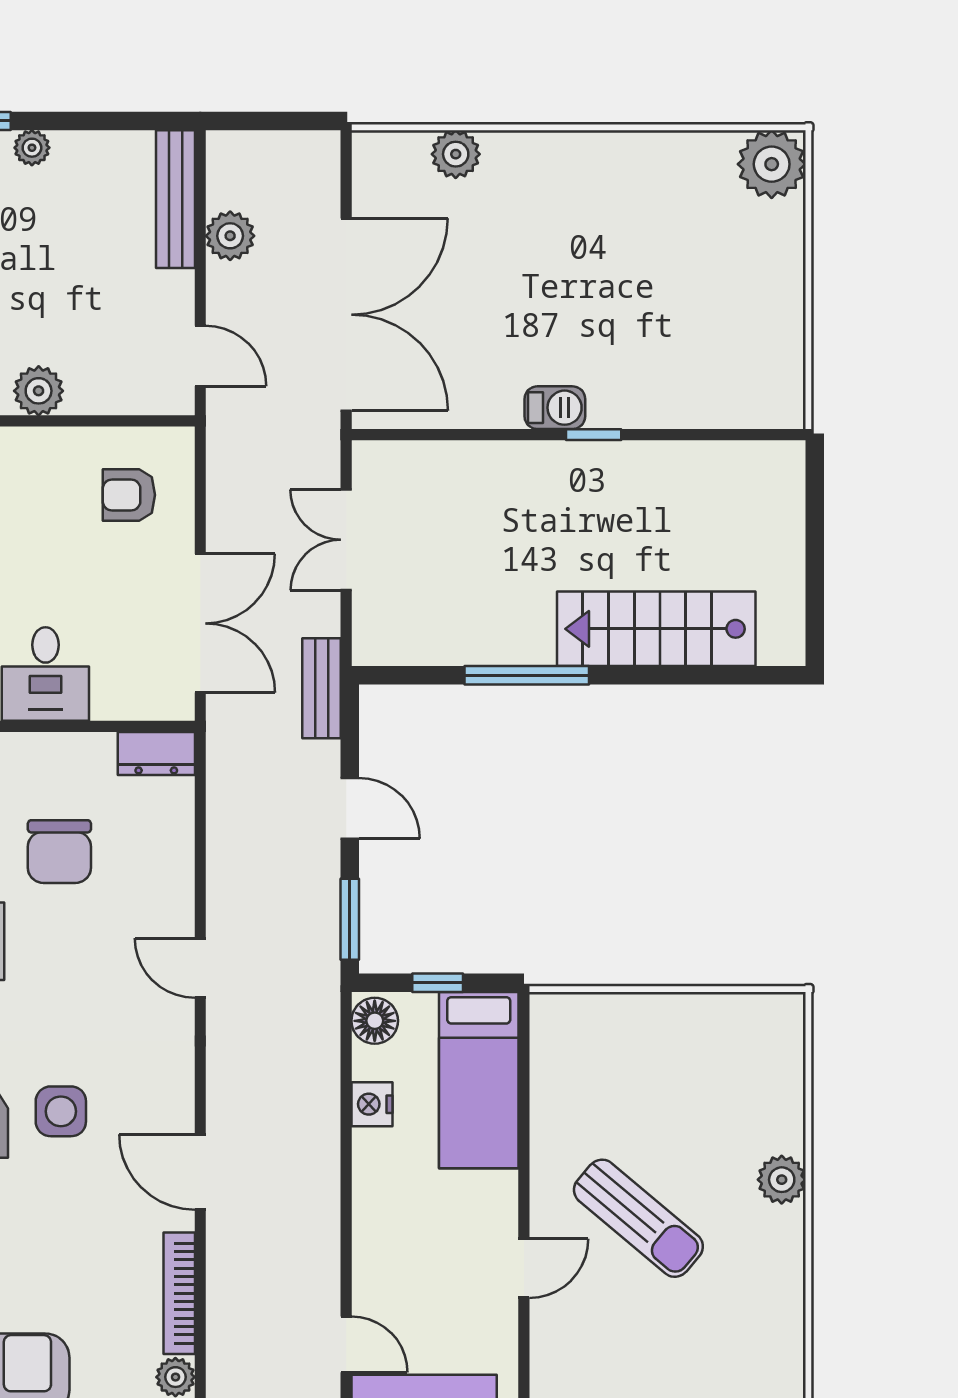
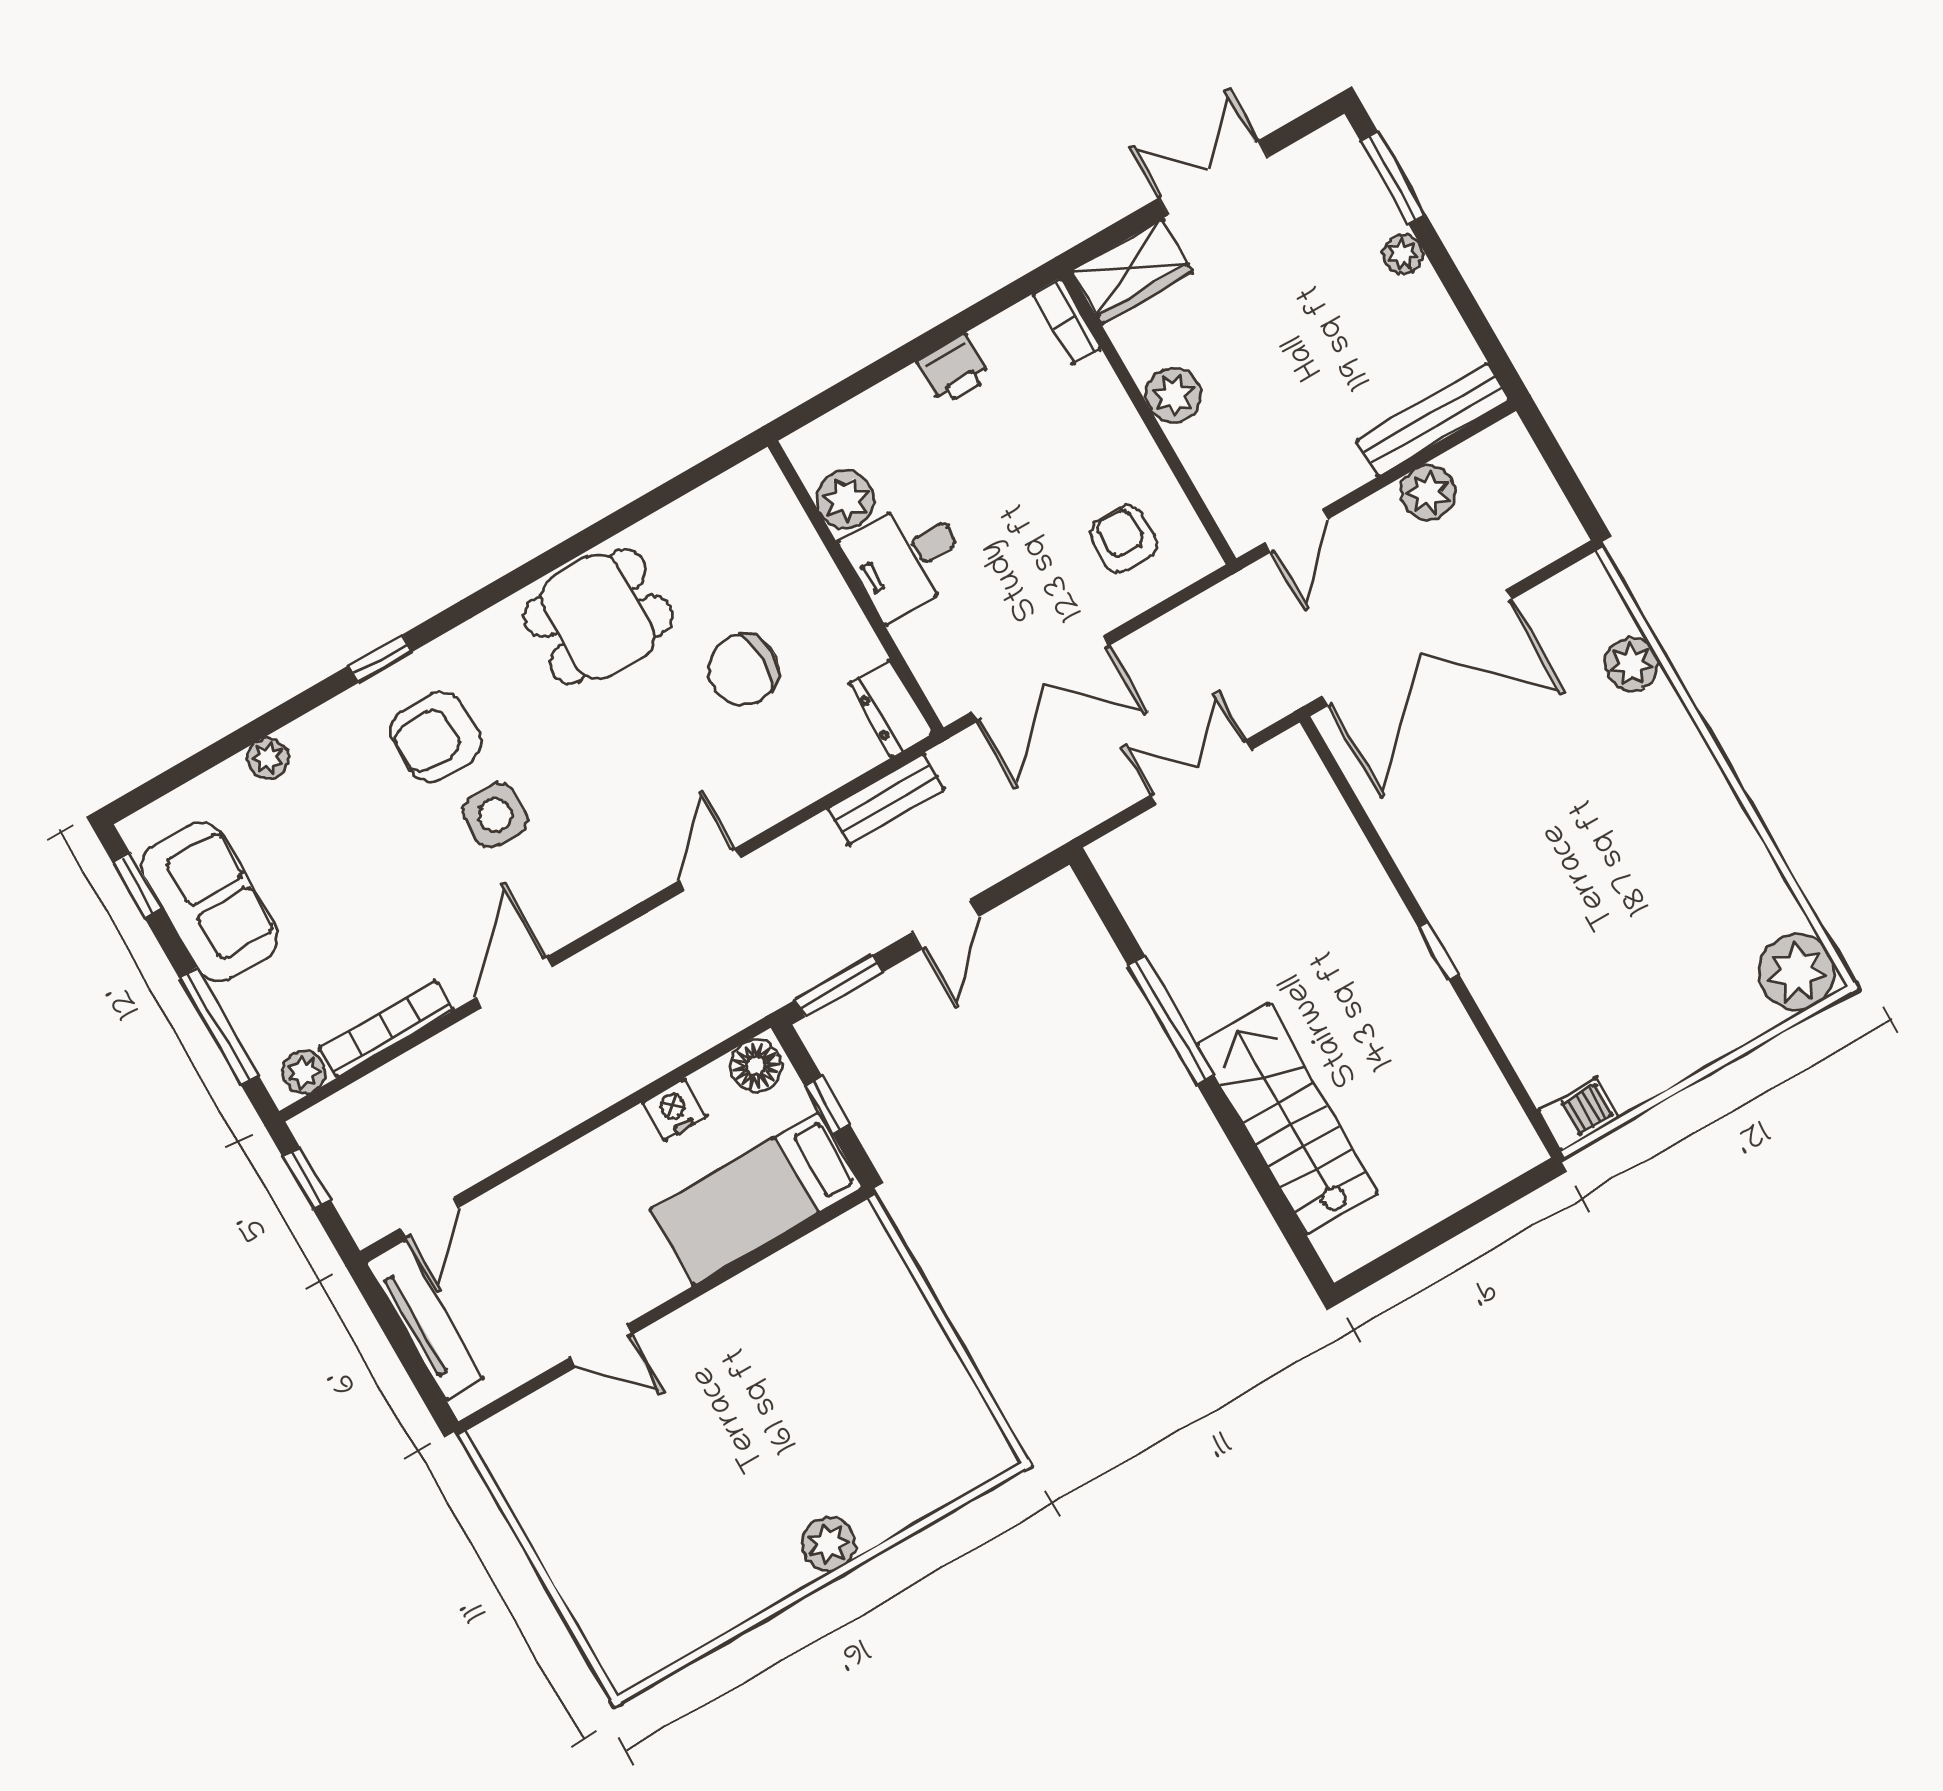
barbecue: (555, 408) -> (1579, 1114), moved, turned -90
bench: (322, 688) -> (886, 799), moved
sun lounger: (638, 1218) -> (712, 1428), removed

